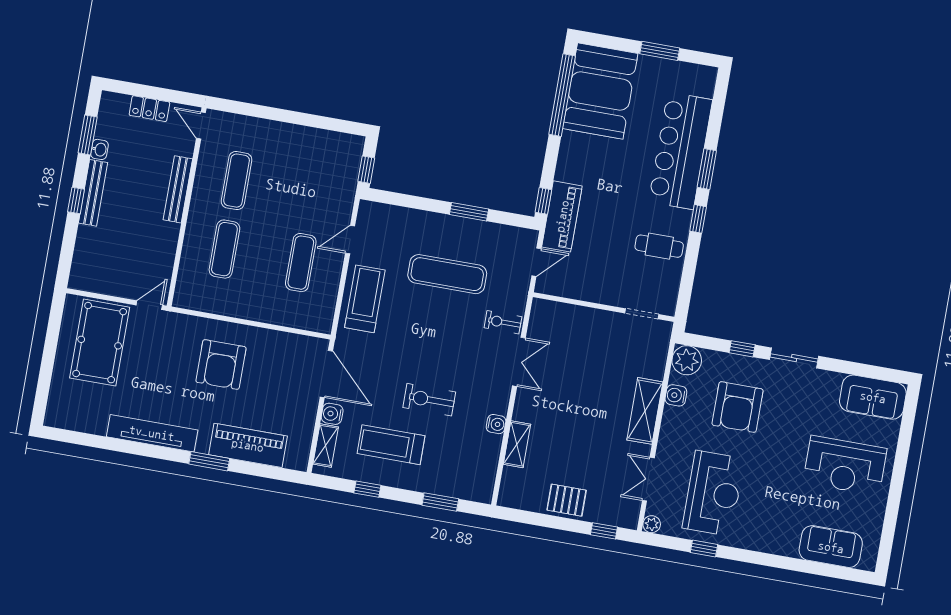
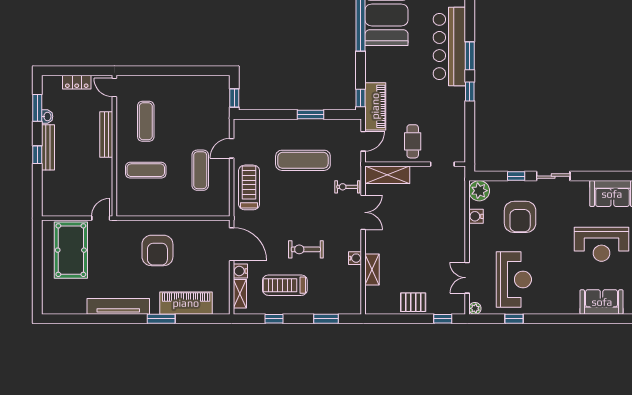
cafe table: (659, 246) -> (413, 141), moved, turned 90
exercise mat: (224, 249) -> (146, 170), turned 90
shelving: (645, 411) -> (387, 175), moved, turned 90

